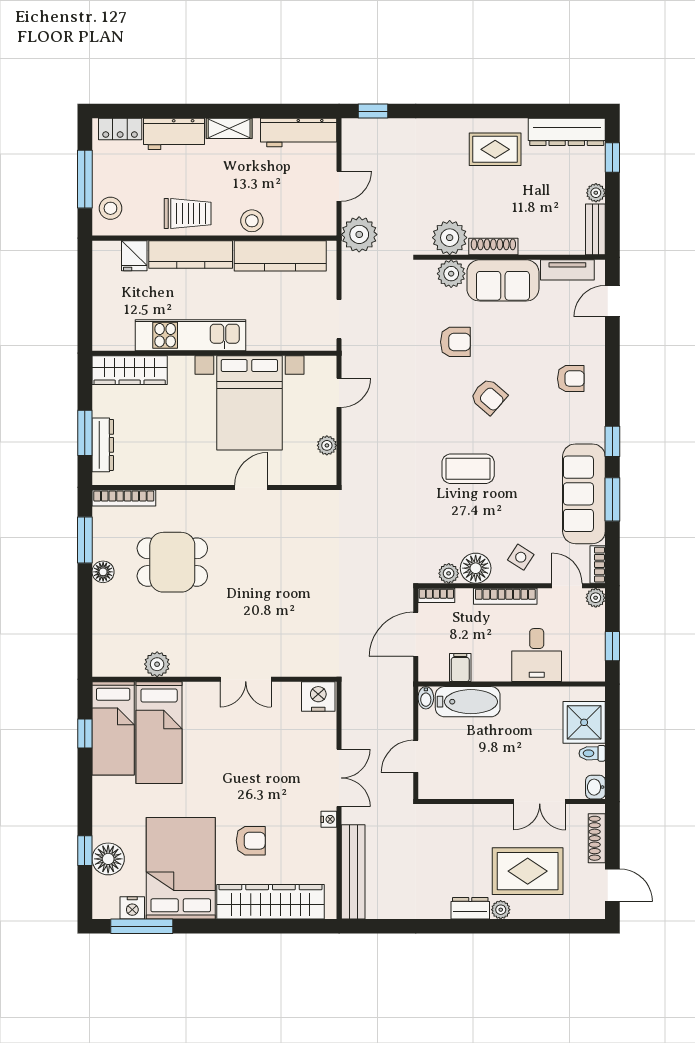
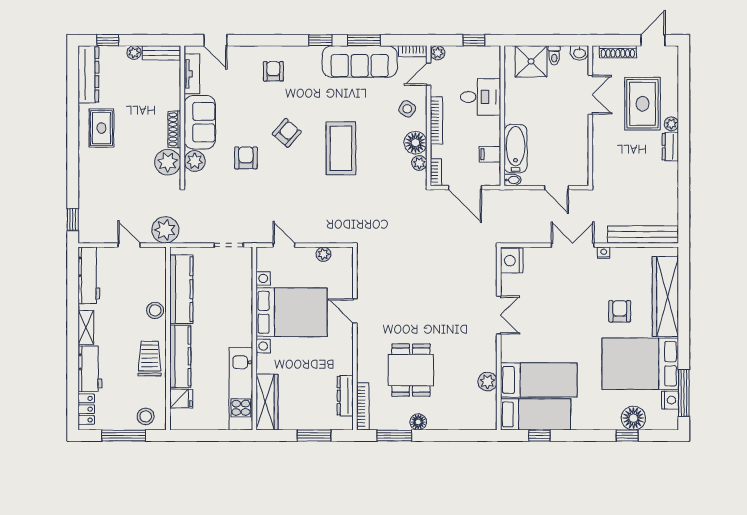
kitchen unit: (191, 335) -> (241, 389), moved
dresser: (103, 445) -> (345, 396), moved, turned -90
coffee table: (468, 469) -> (341, 148), width x1.36, depth x1.32

